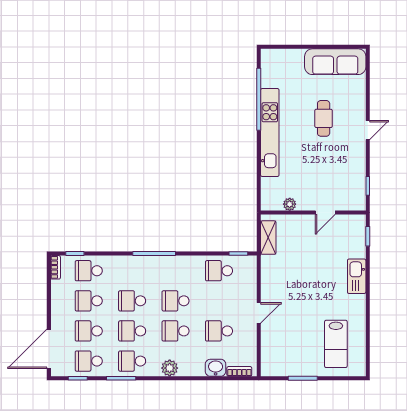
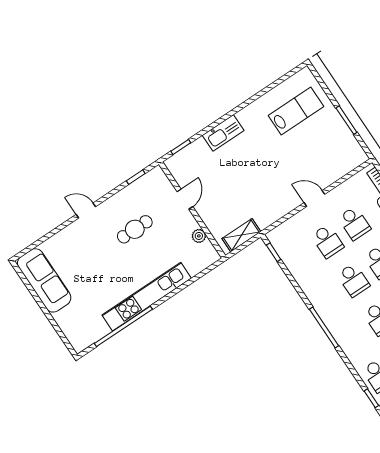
cafe table: (324, 118) -> (135, 229), moved
door: (325, 213) -> (185, 199), hinge flipped
school desk: (219, 271) -> (327, 241), moved

